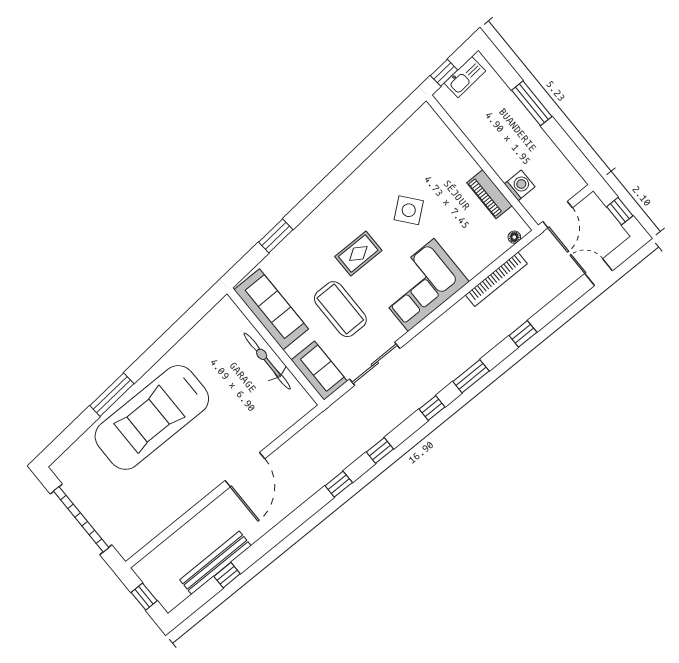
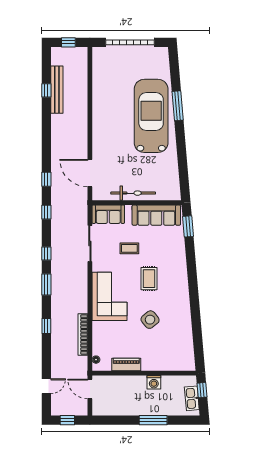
washing machine: (520, 185) -> (154, 382), moved
window: (276, 236) -> (188, 226), moved
coffee table: (340, 309) -> (129, 248), width x0.54, depth x0.58
door: (245, 470) -> (90, 173), moved

